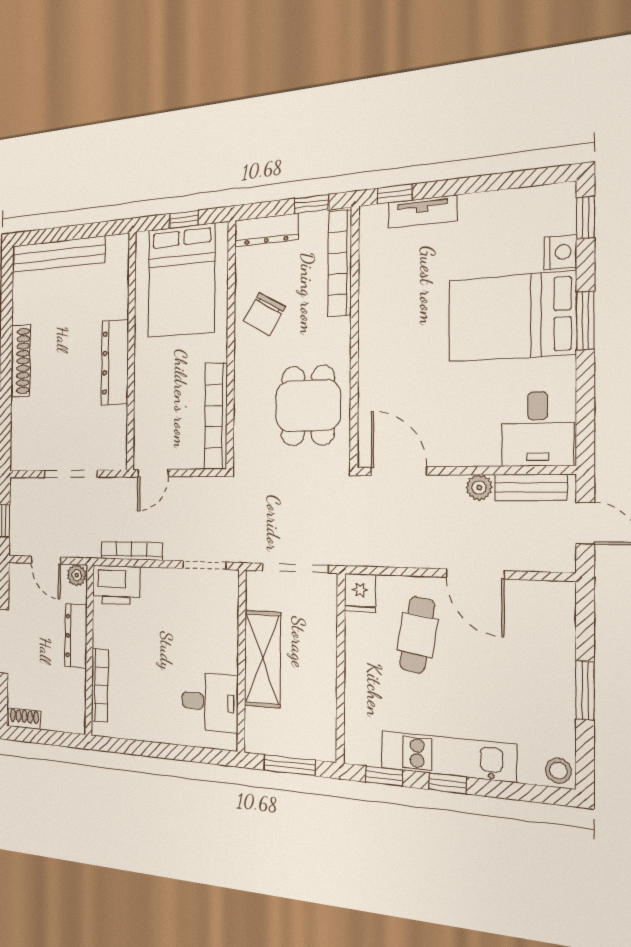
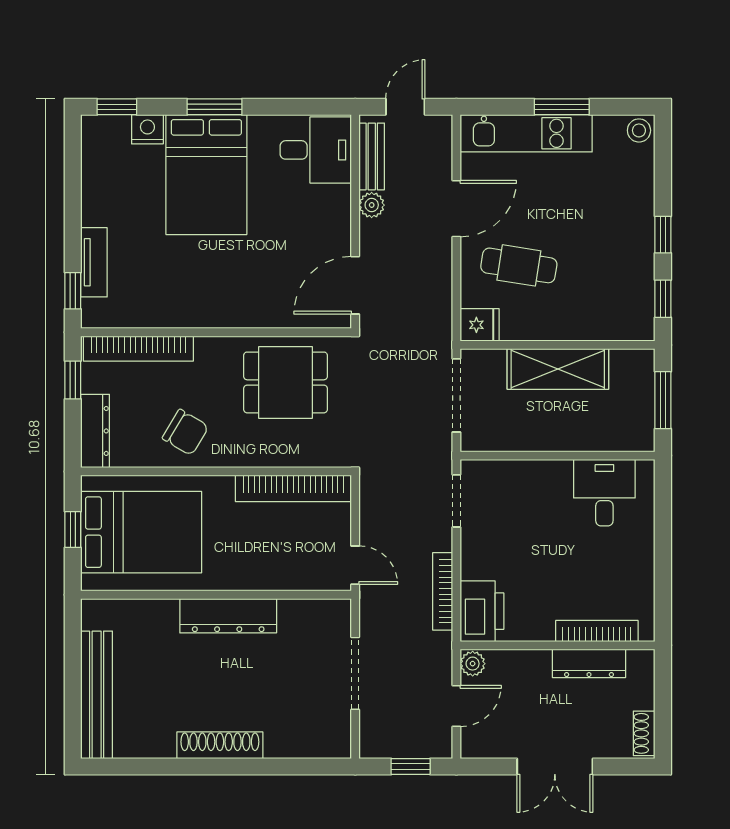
dresser: (76, 636) -> (589, 663), moved
shelving: (262, 659) -> (558, 369), moved
kitchen unit: (448, 756) -> (526, 133), moved, turned -90

